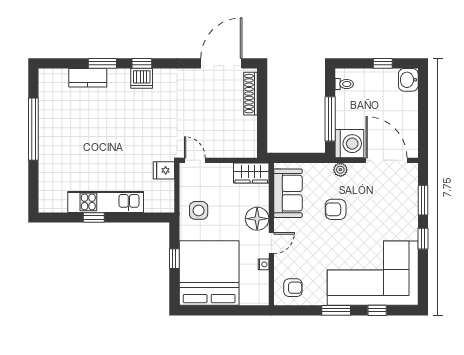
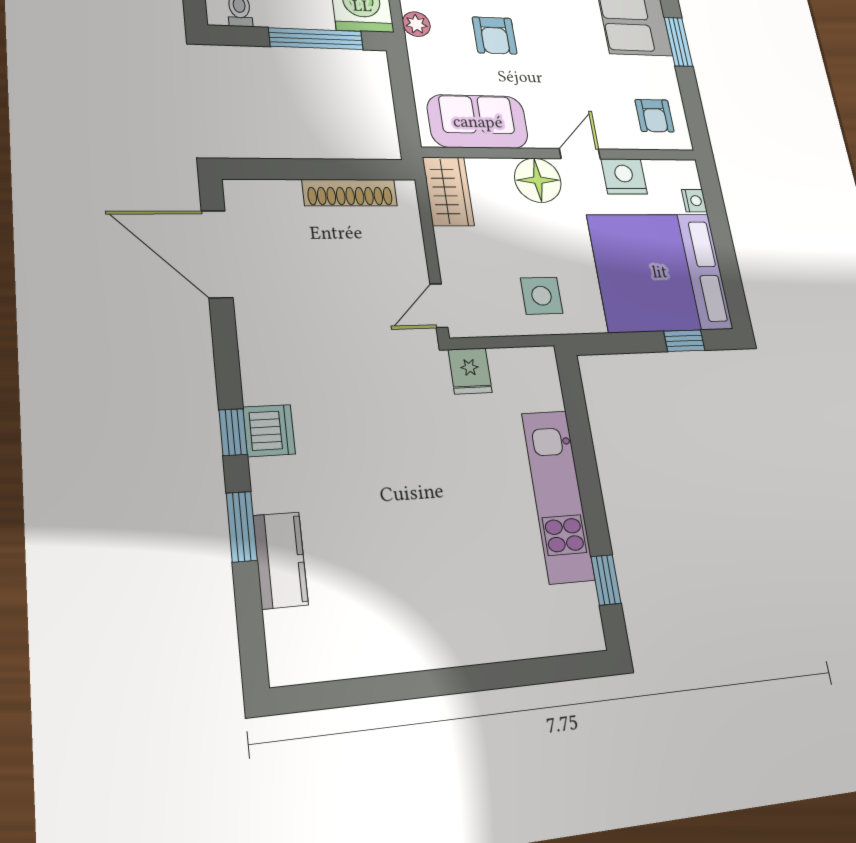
shoe rack: (251, 94) -> (350, 193), moved
window: (33, 129) -> (420, 685), removed
window: (94, 217) -> (606, 580), moved
door: (271, 243) -> (580, 154), hinge flipped
window: (174, 259) -> (684, 341), moved
nightstand: (264, 264) -> (624, 176), width x1.89, depth x1.79
armchair: (293, 288) -> (655, 116), turned 180
nightstand: (246, 300) -> (694, 201), added

